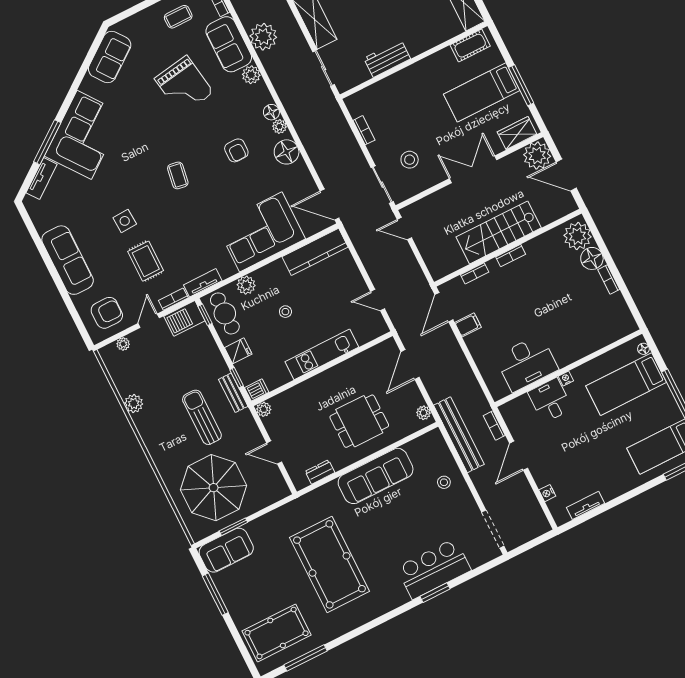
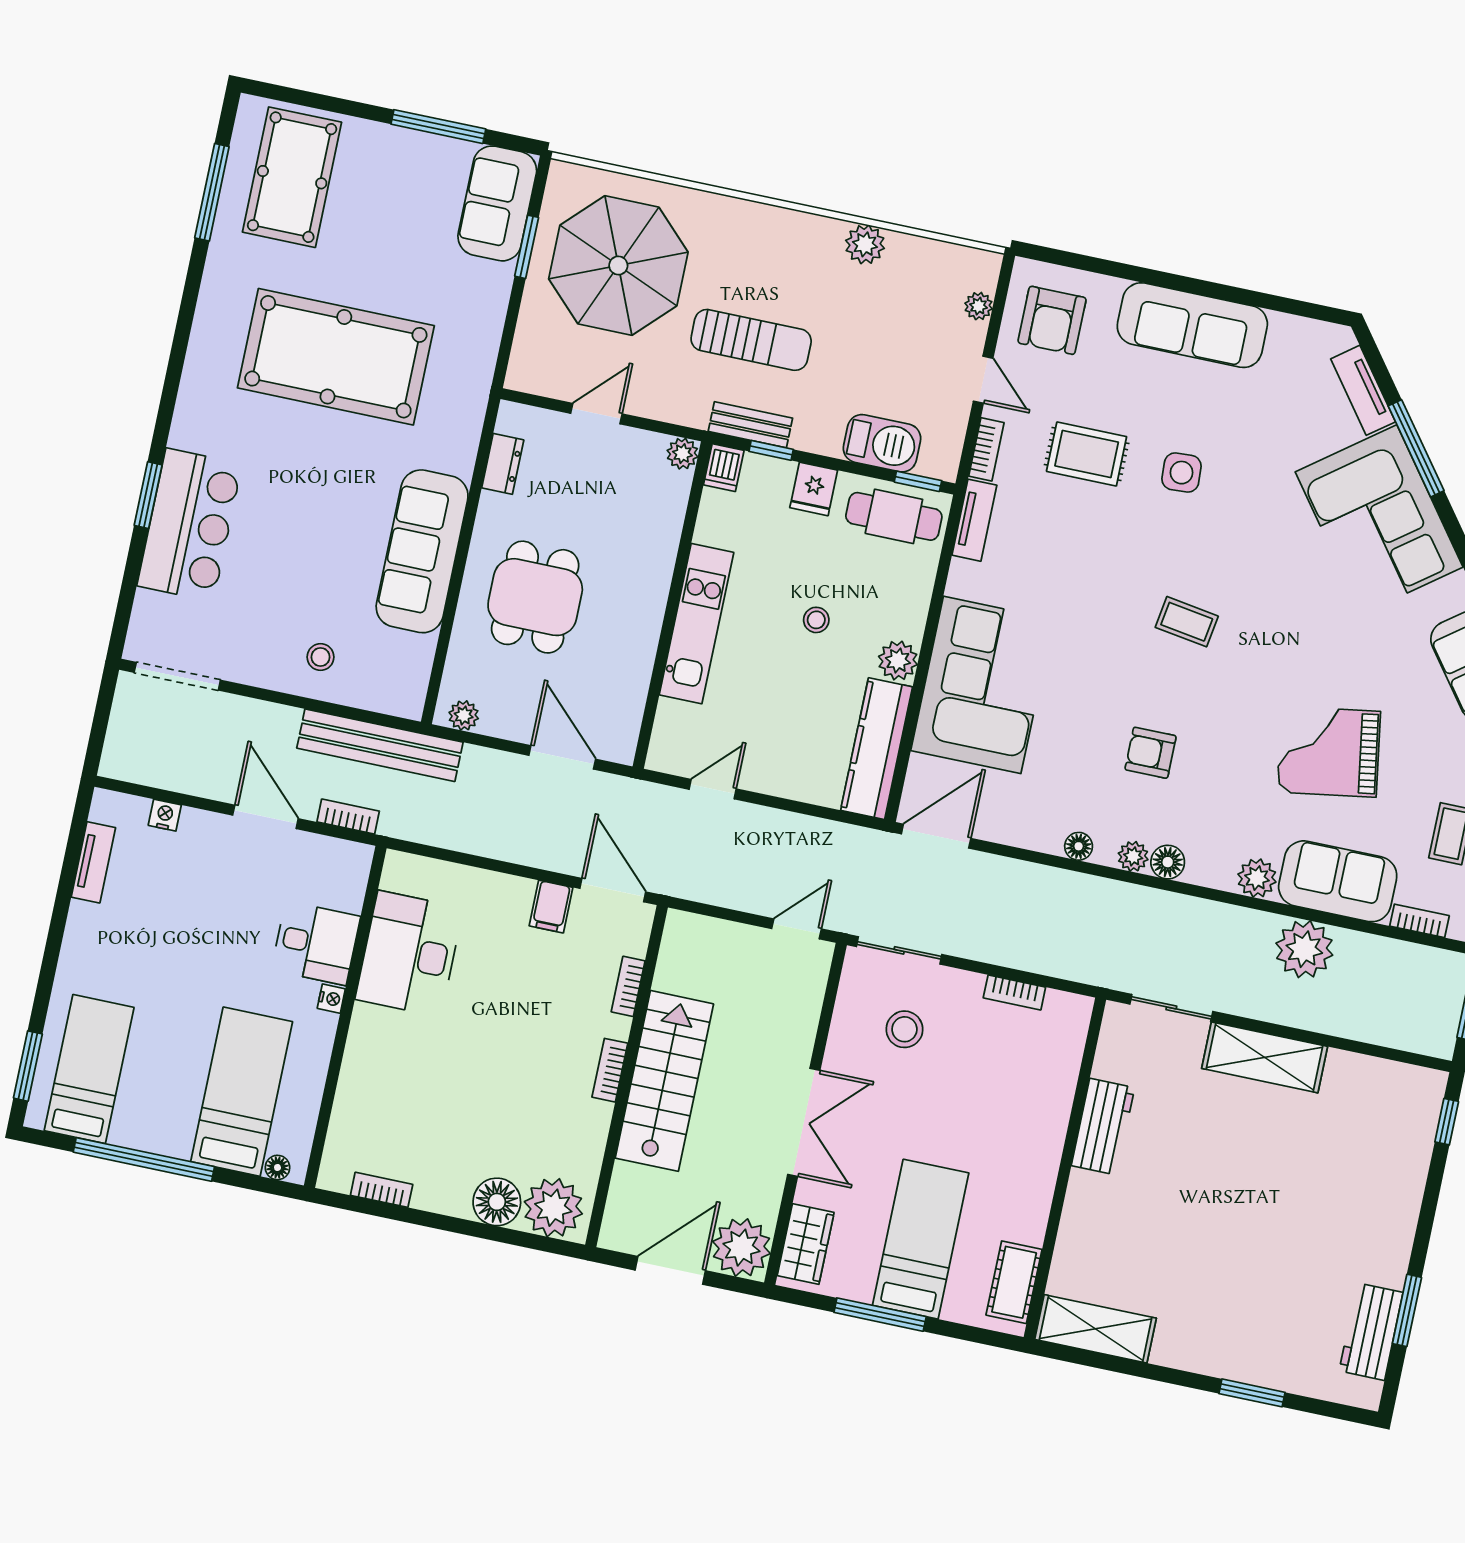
floor lamp: (287, 152) -> (1079, 846), width x0.53, depth x0.53
bookcase: (609, 279) -> (382, 1190), moved
plant: (246, 285) -> (898, 660), moved
barbecue: (184, 318) -> (882, 443), moved, turned 90

